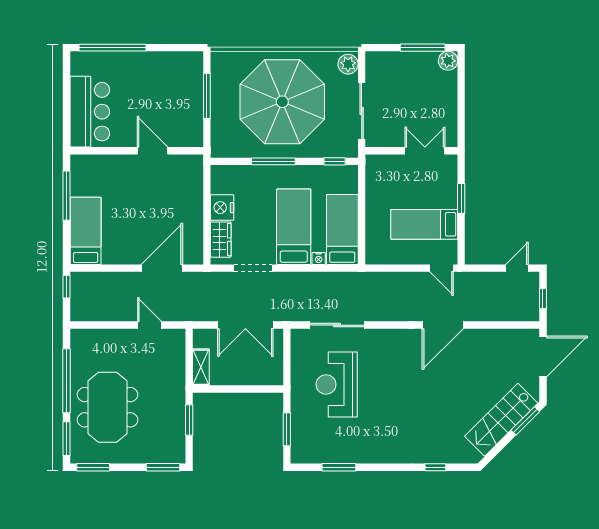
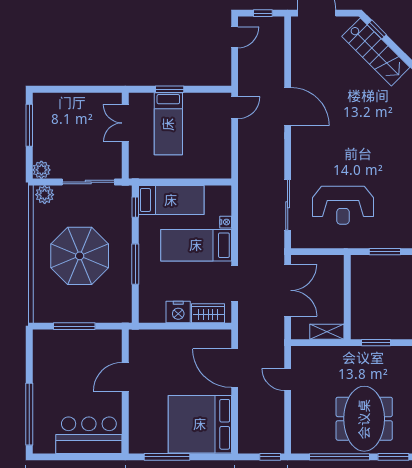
plant: (448, 61) -> (41, 170), moved
parasol: (282, 102) -> (80, 256), width x0.73, depth x0.73
bed: (424, 224) -> (168, 124), moved
bed: (342, 230) -> (171, 200), moved, turned 180
bed: (86, 231) -> (200, 424), width x2.04
door: (517, 268) -> (235, 37), swing flipped
window: (66, 287) -> (270, 457), moved
door: (150, 325) -> (288, 380), hinge flipped
meeting table: (108, 407) -> (364, 419), turned 90
window: (525, 421) -> (377, 30), width x0.67

